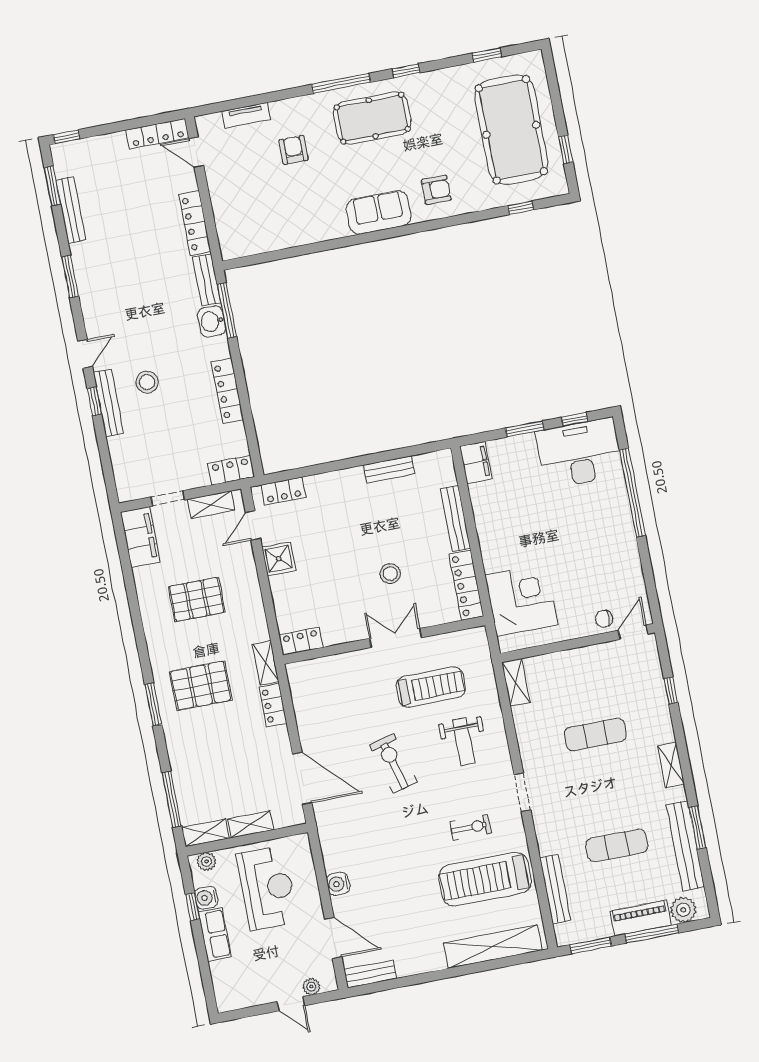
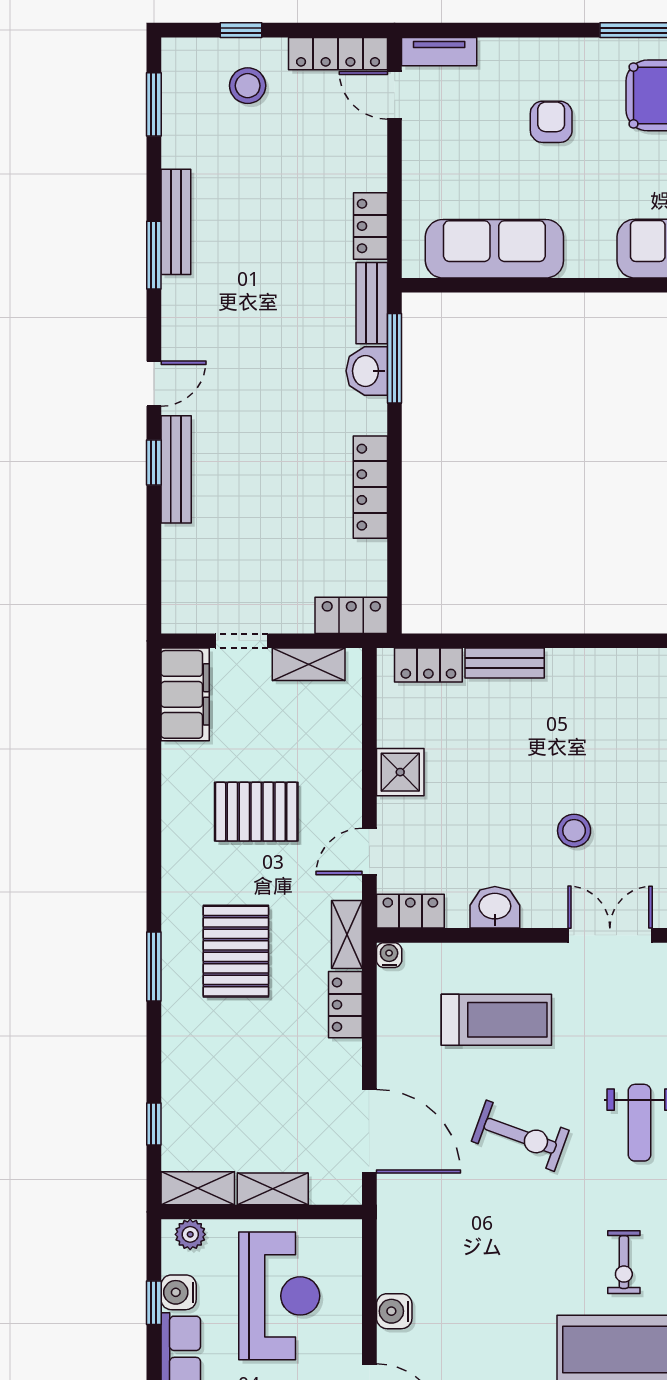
tv unit: (246, 115) -> (439, 52), moved
window: (67, 137) -> (241, 30), moved
bench: (71, 210) -> (176, 222), moved
locker: (195, 223) -> (370, 226), width x0.66
sofa: (274, 233) -> (494, 249), added
stool: (147, 382) -> (248, 86), moved
bench: (389, 469) -> (505, 663), moved
door: (253, 525) -> (369, 851), moved
washbasin: (351, 629) -> (495, 907), added
double door: (396, 638) -> (610, 935), moved
water cooler: (293, 670) -> (389, 955), added
pallet: (201, 686) -> (236, 951), turned 90
treadmill: (431, 687) -> (496, 1020), moved
exercise bike: (393, 763) -> (520, 1136), turned 125
window: (172, 799) -> (154, 1124), width x0.46
exercise bike: (471, 827) -> (624, 1262), turned 90

